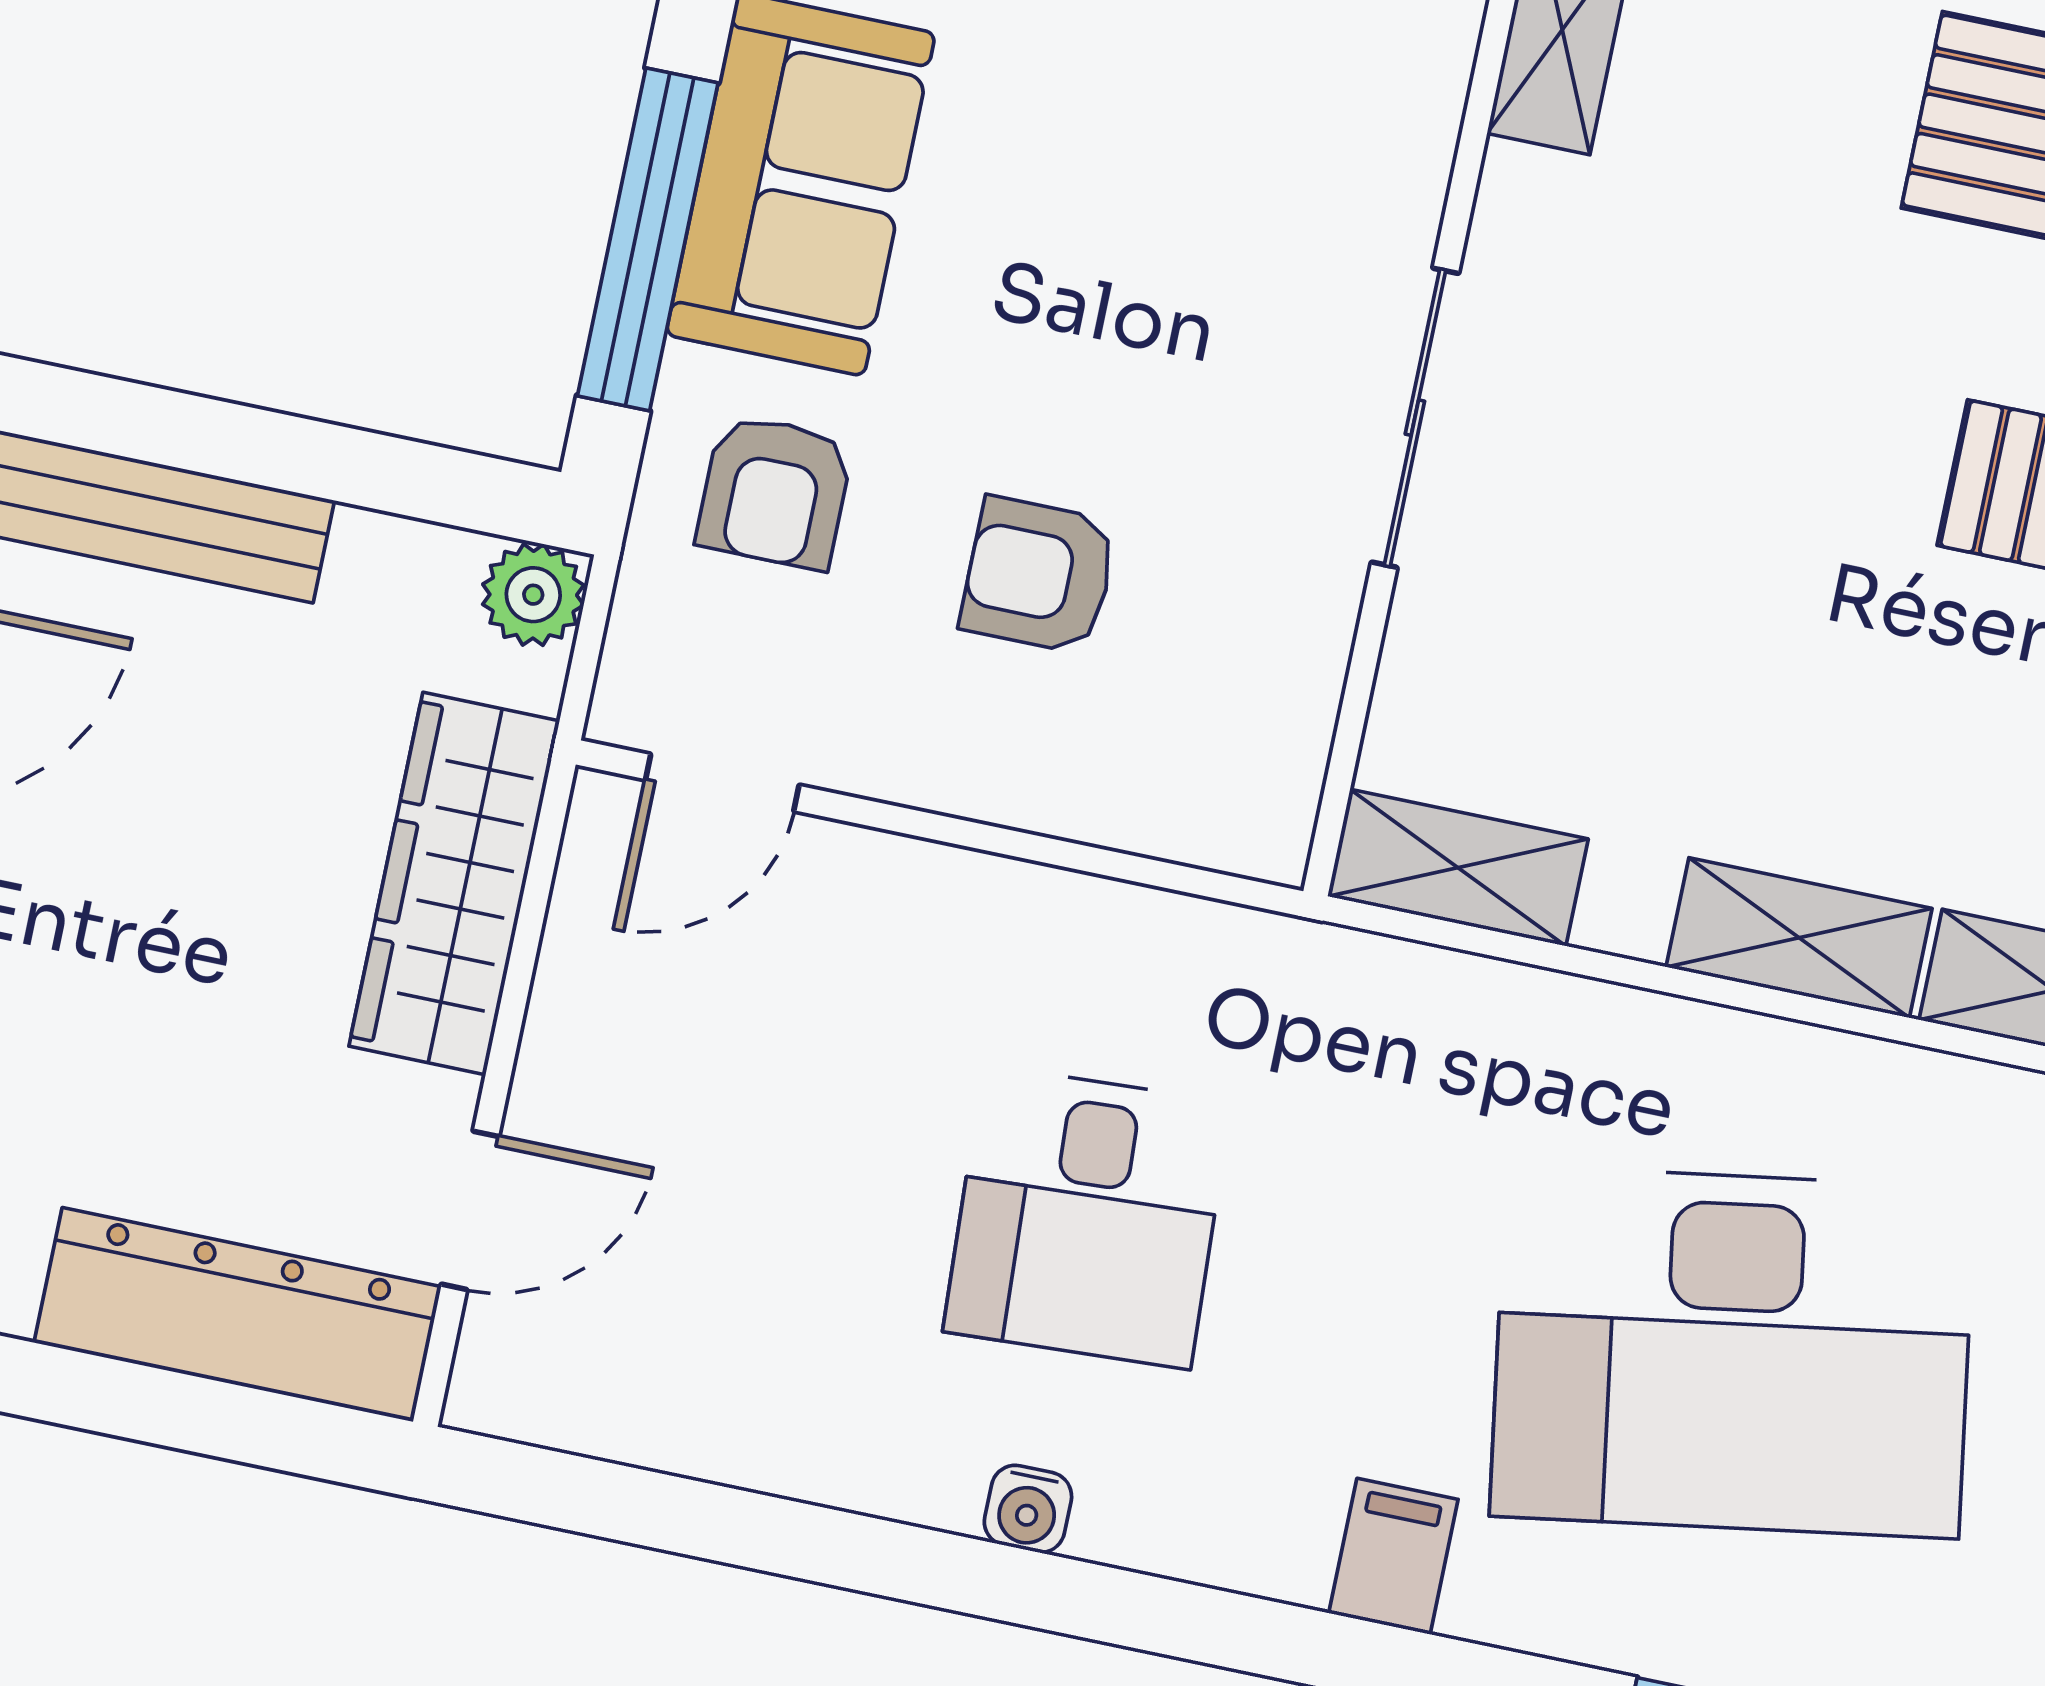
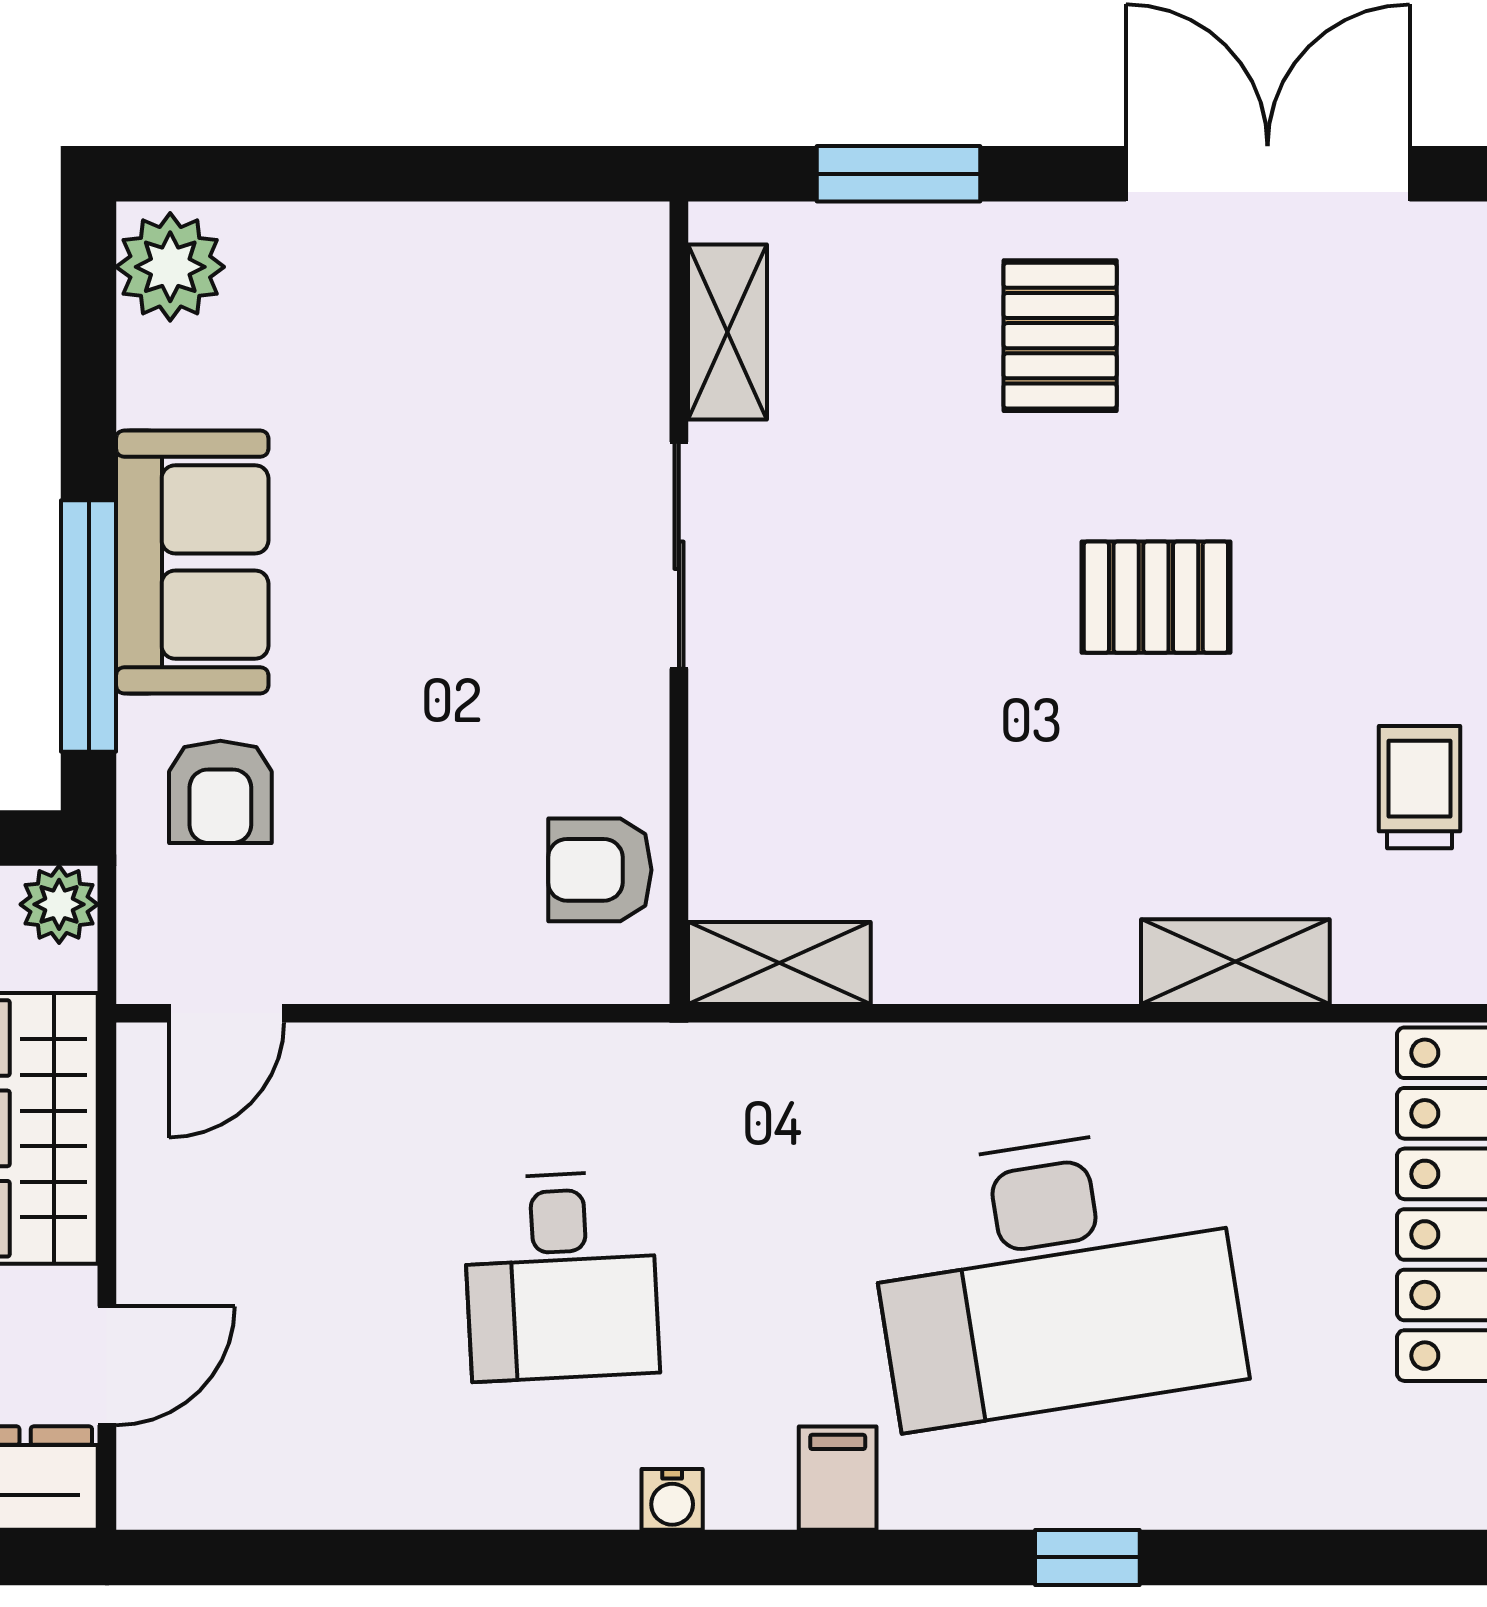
sliding door: (1415, 418) -> (679, 555), moved
armchair: (1039, 575) -> (600, 870), moved
shelving: (1799, 938) -> (1040, 962), removed
water cooler: (1028, 1509) -> (672, 1499), moved

